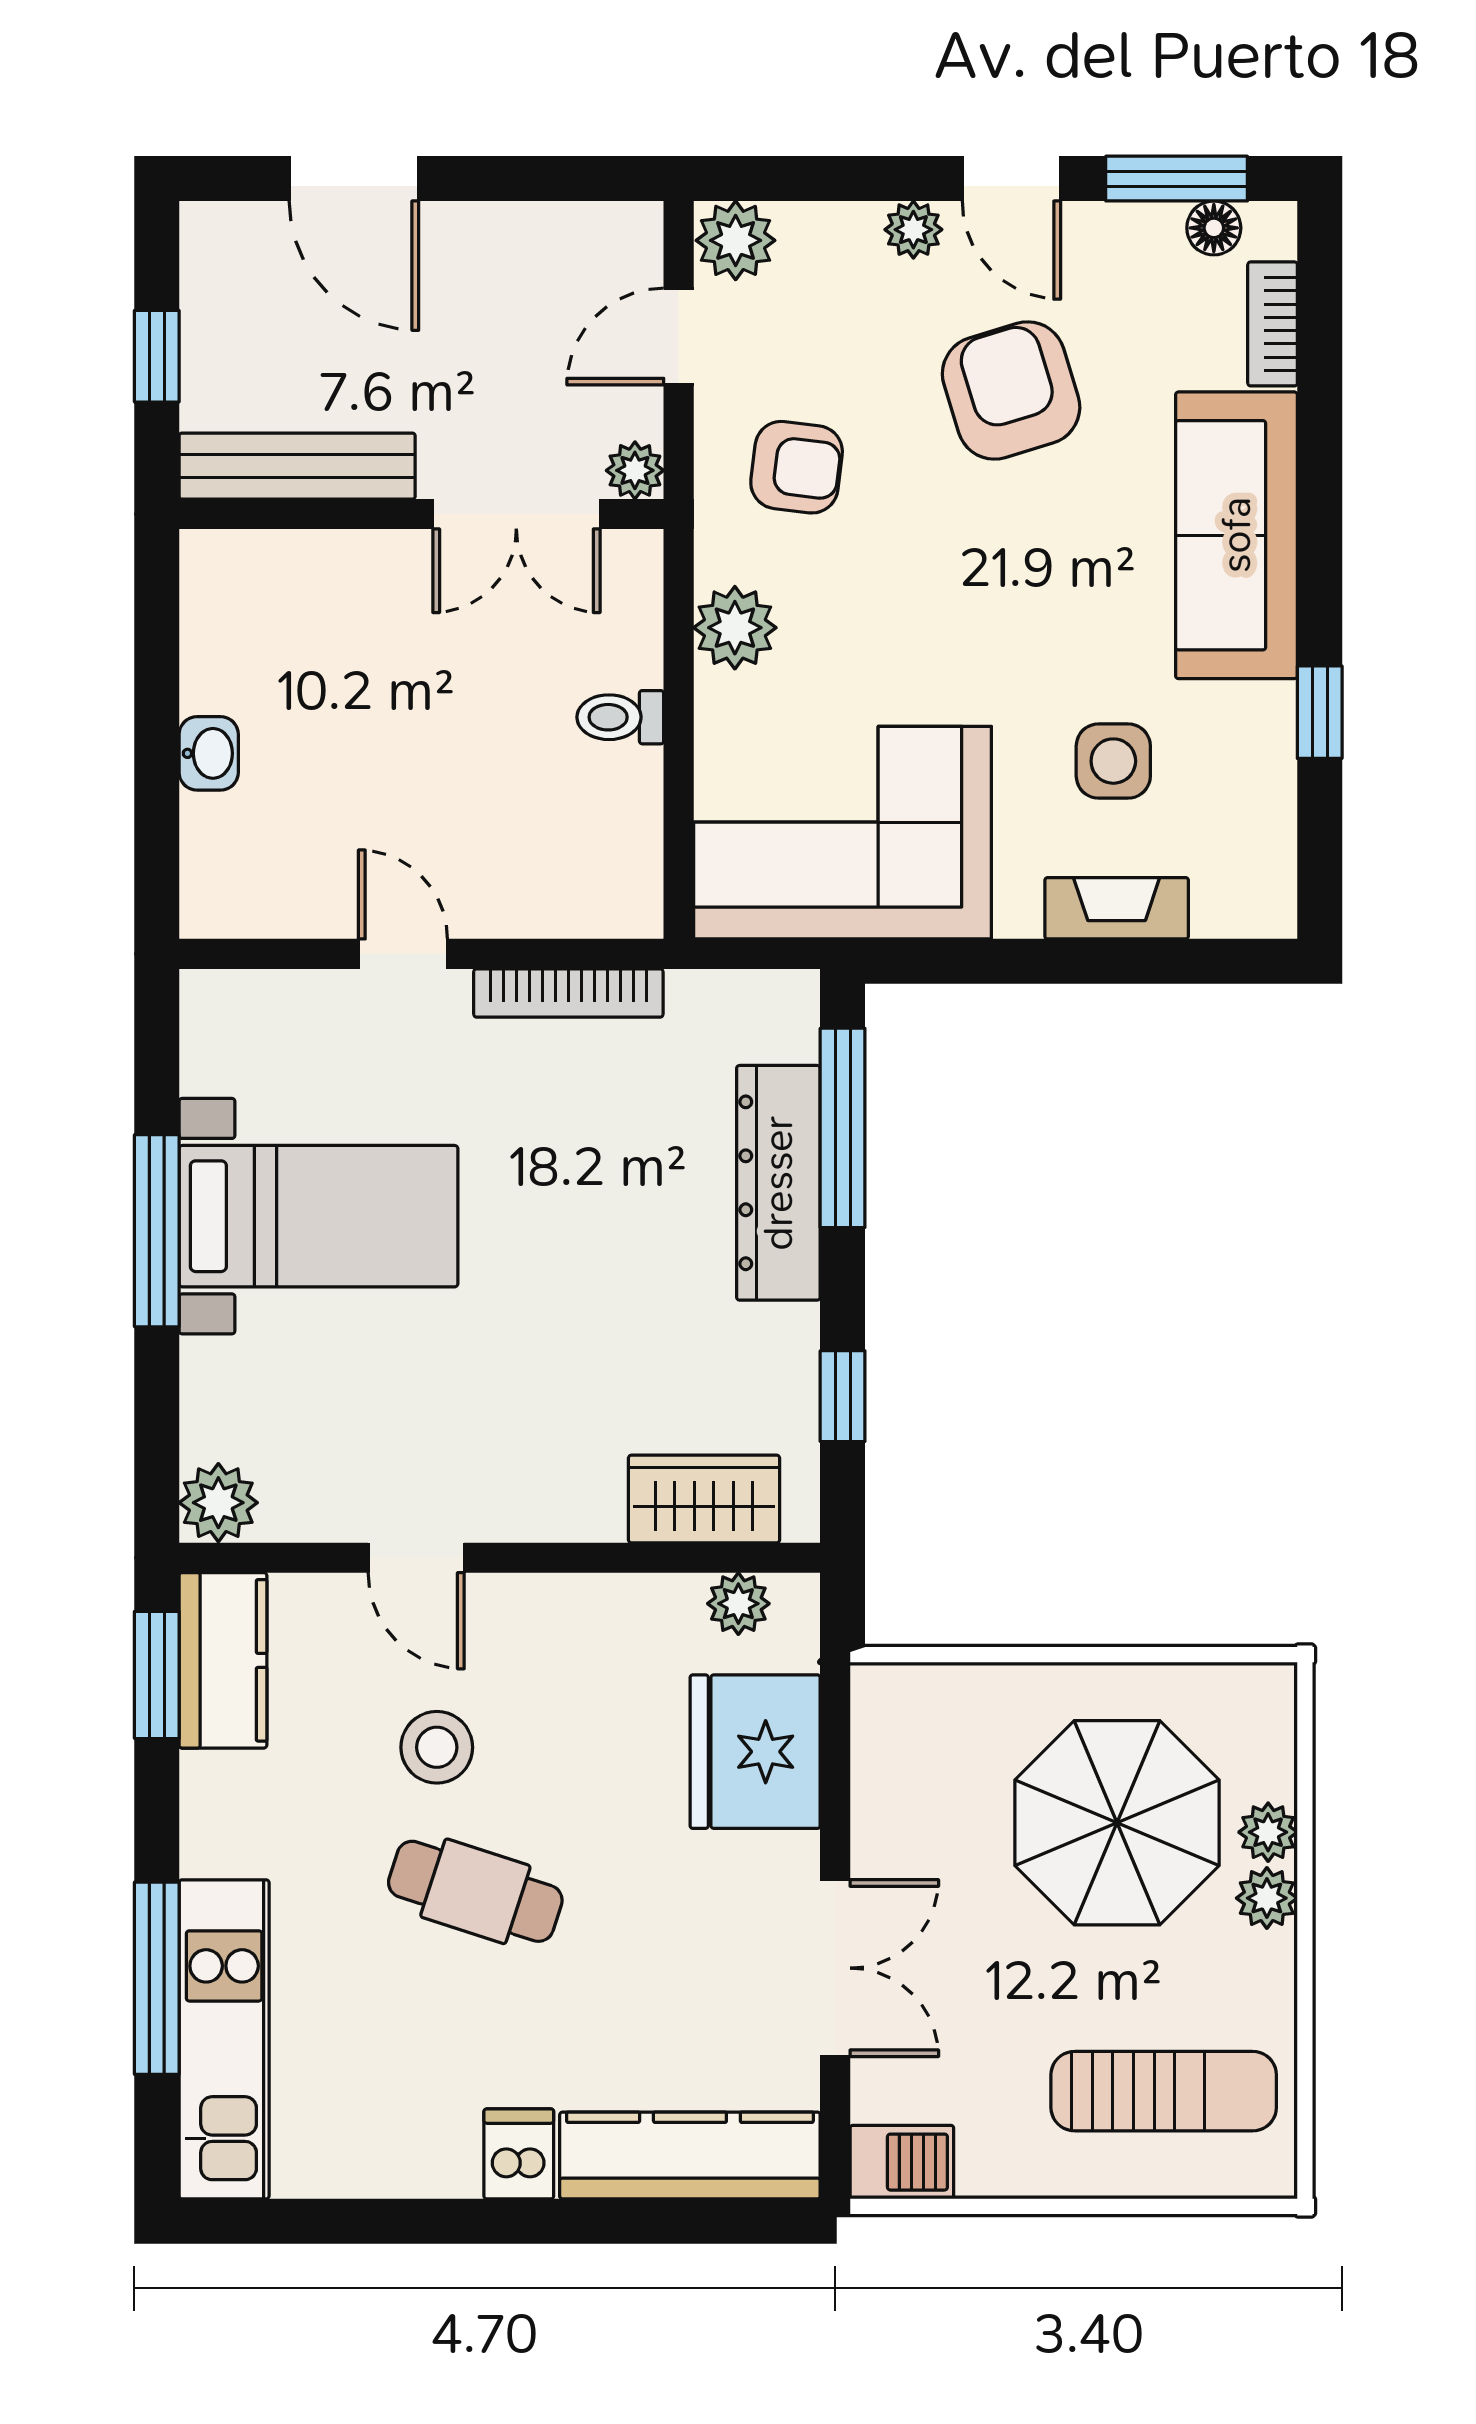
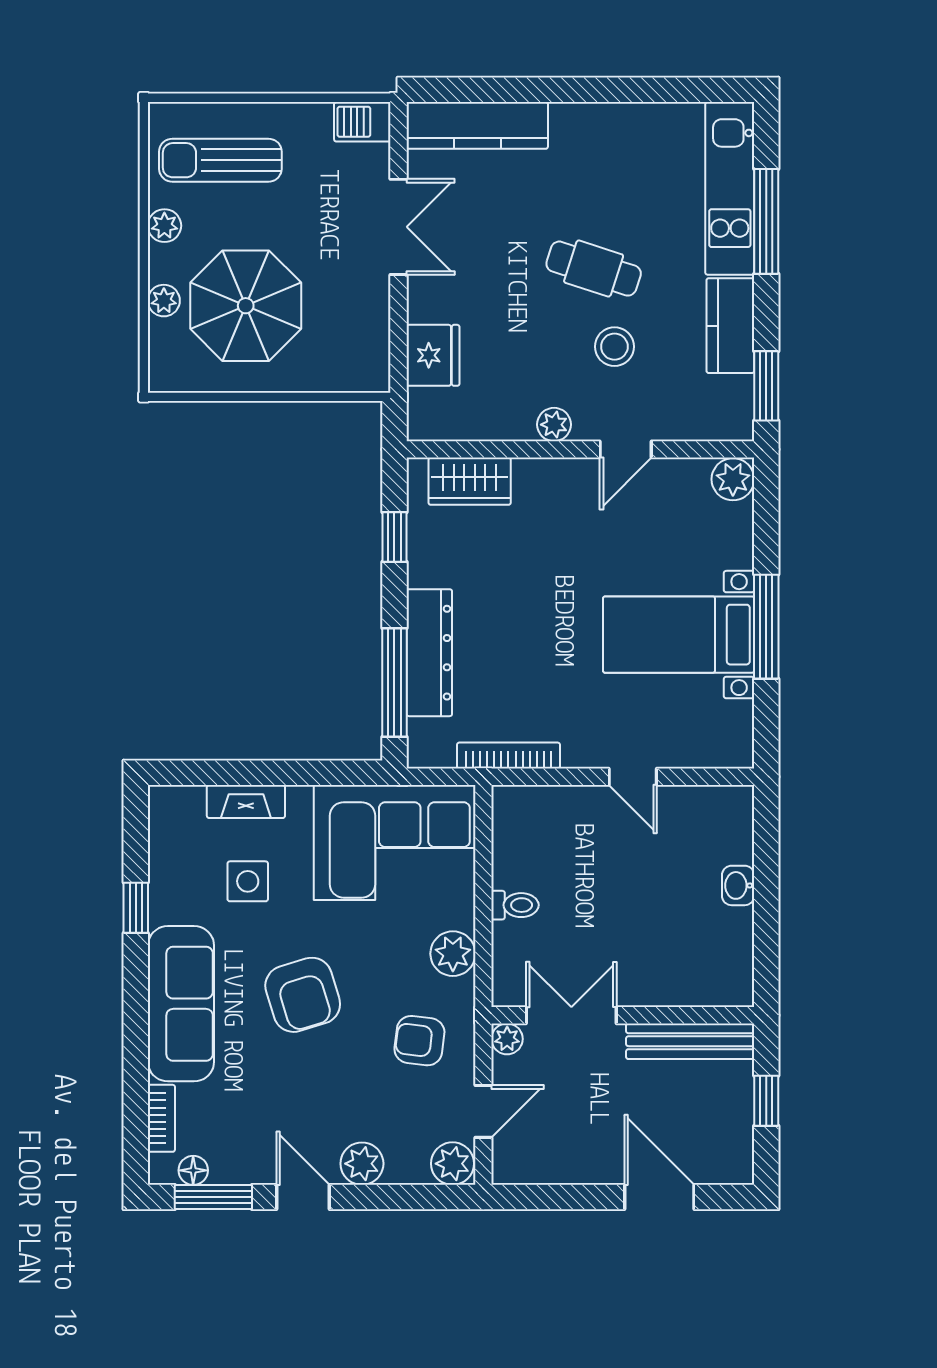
plant: (913, 230) -> (362, 1164), width x1.38, depth x1.38
armchair: (1011, 391) -> (303, 995), moved
bookcase: (568, 993) -> (508, 756), moved
door: (416, 1558) -> (626, 449), swing flipped
plant: (738, 1604) -> (554, 425), moved
kitchen counter: (223, 1660) -> (730, 326), moved
fridge: (755, 1752) -> (433, 355), width x0.73, depth x0.75
plant: (1267, 1898) -> (164, 226), moved
double door: (835, 1968) -> (399, 227), swing flipped
dishwasher: (519, 2154) -> (570, 126), removed

